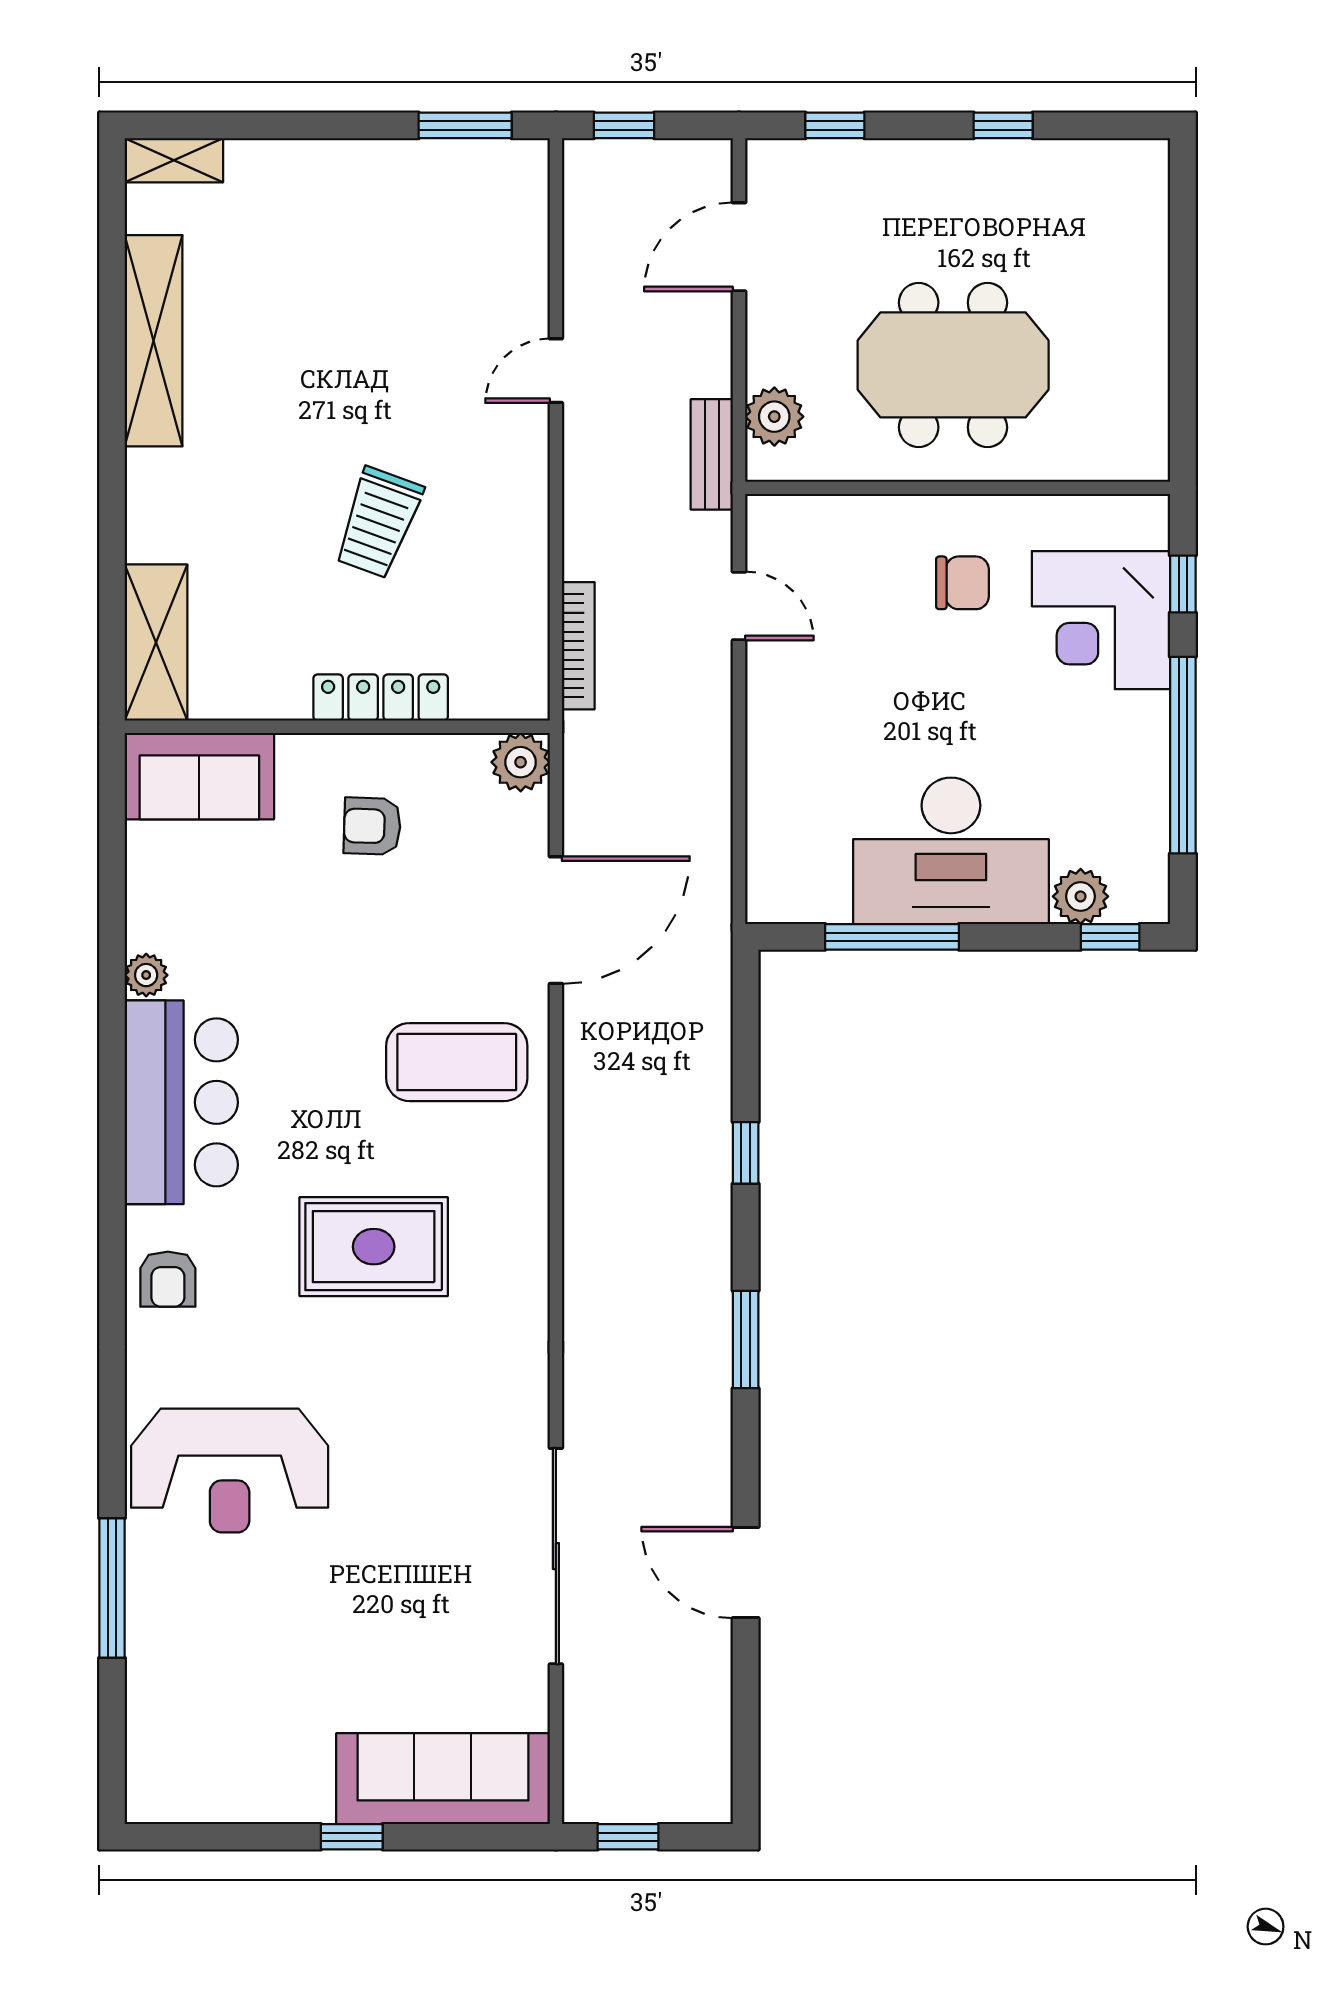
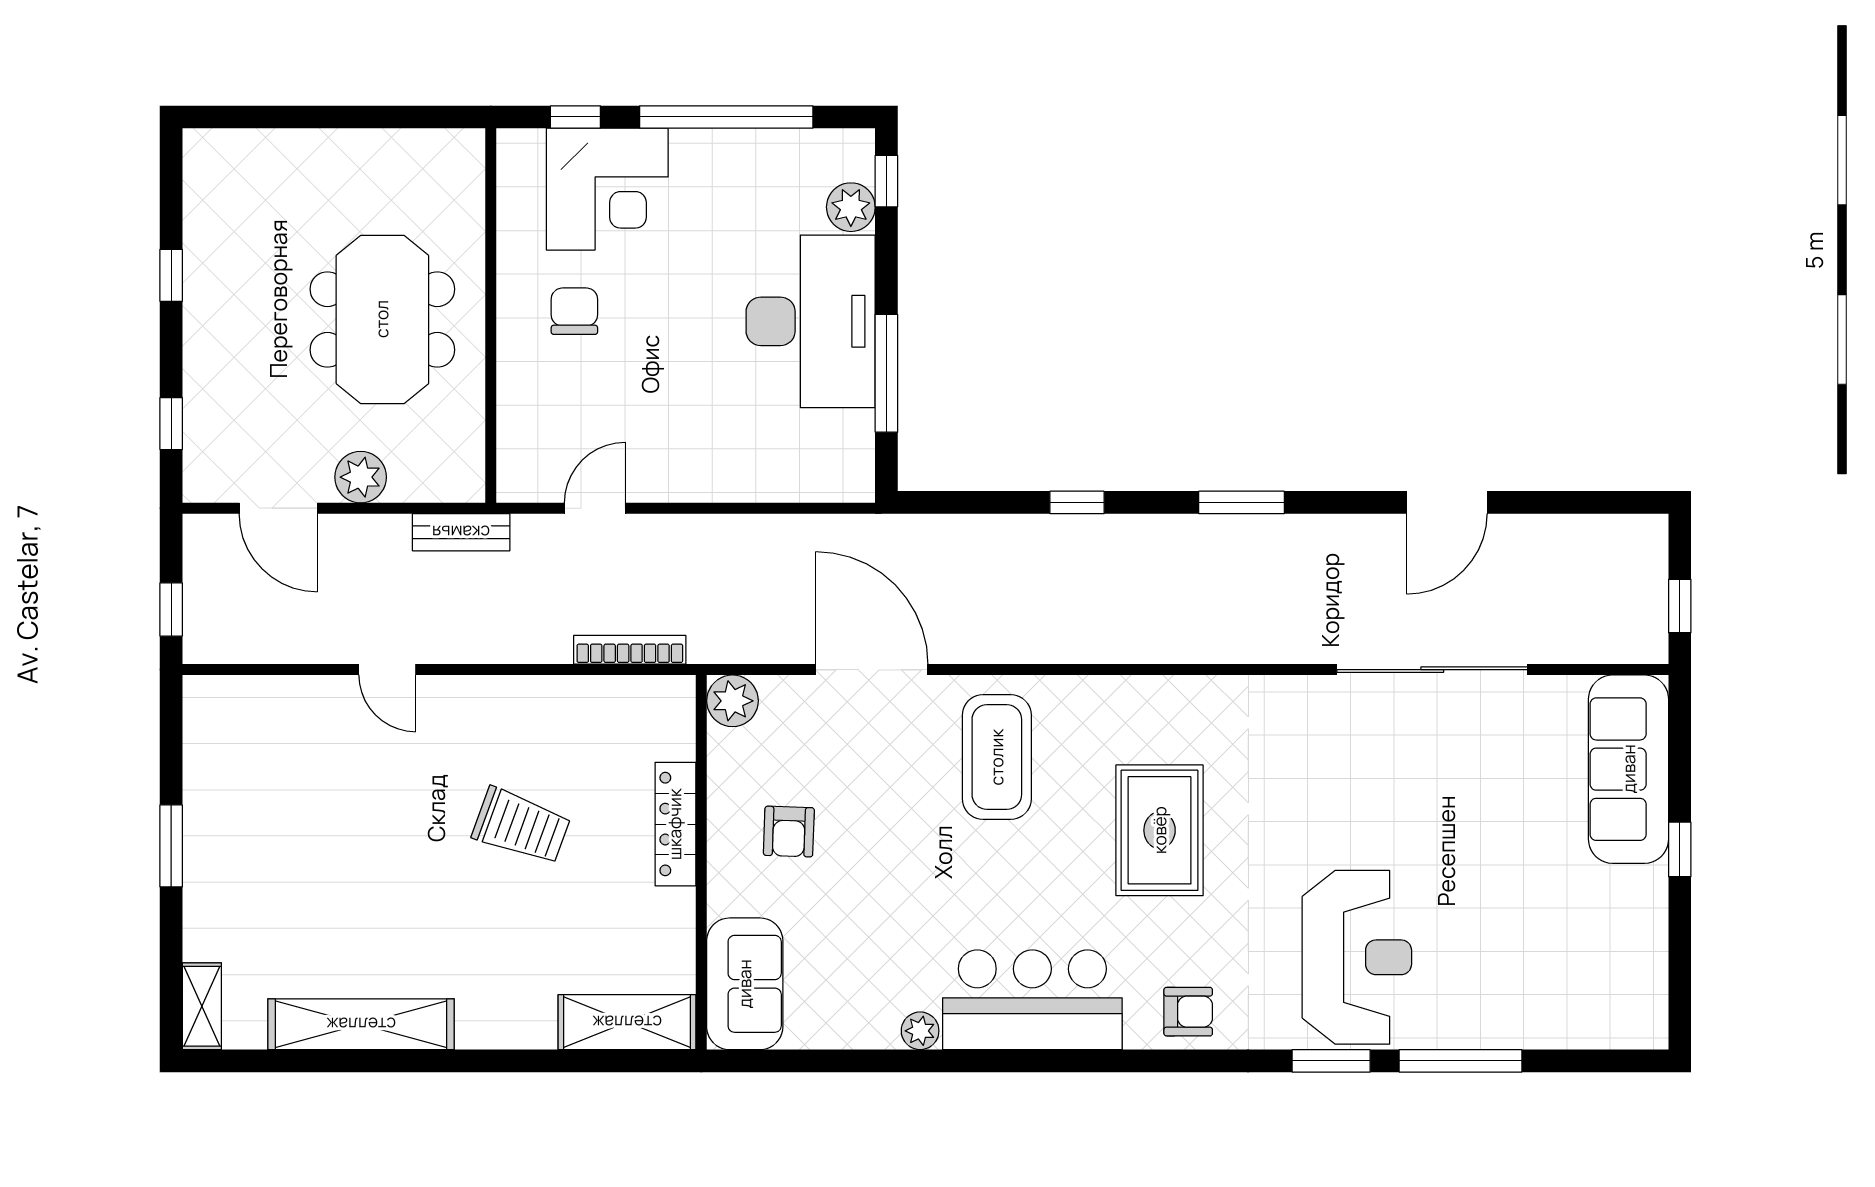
window: (465, 125) -> (171, 846), moved
plant: (774, 417) -> (361, 477), moved
window: (112, 1441) -> (1331, 1061), added

